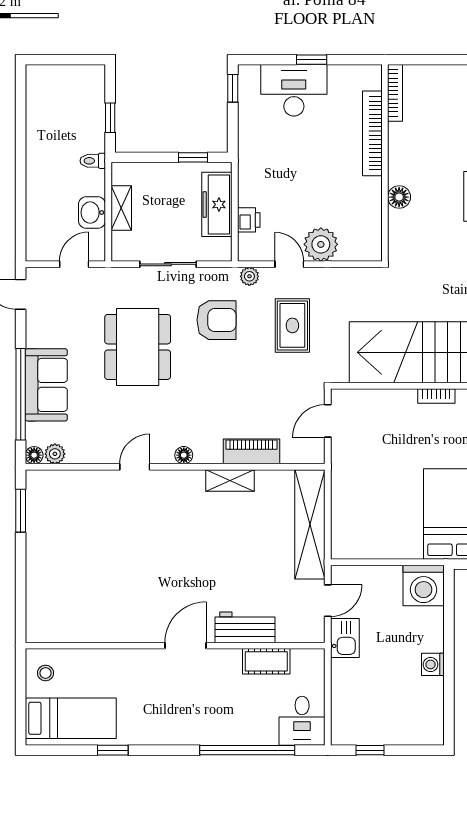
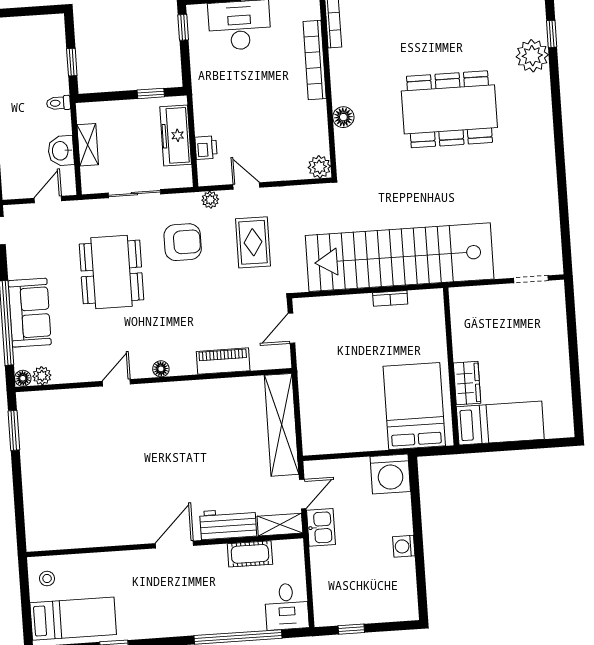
plant: (321, 244) -> (319, 167), moved, width x0.73, depth x0.73
shelving: (230, 480) -> (280, 525), moved

